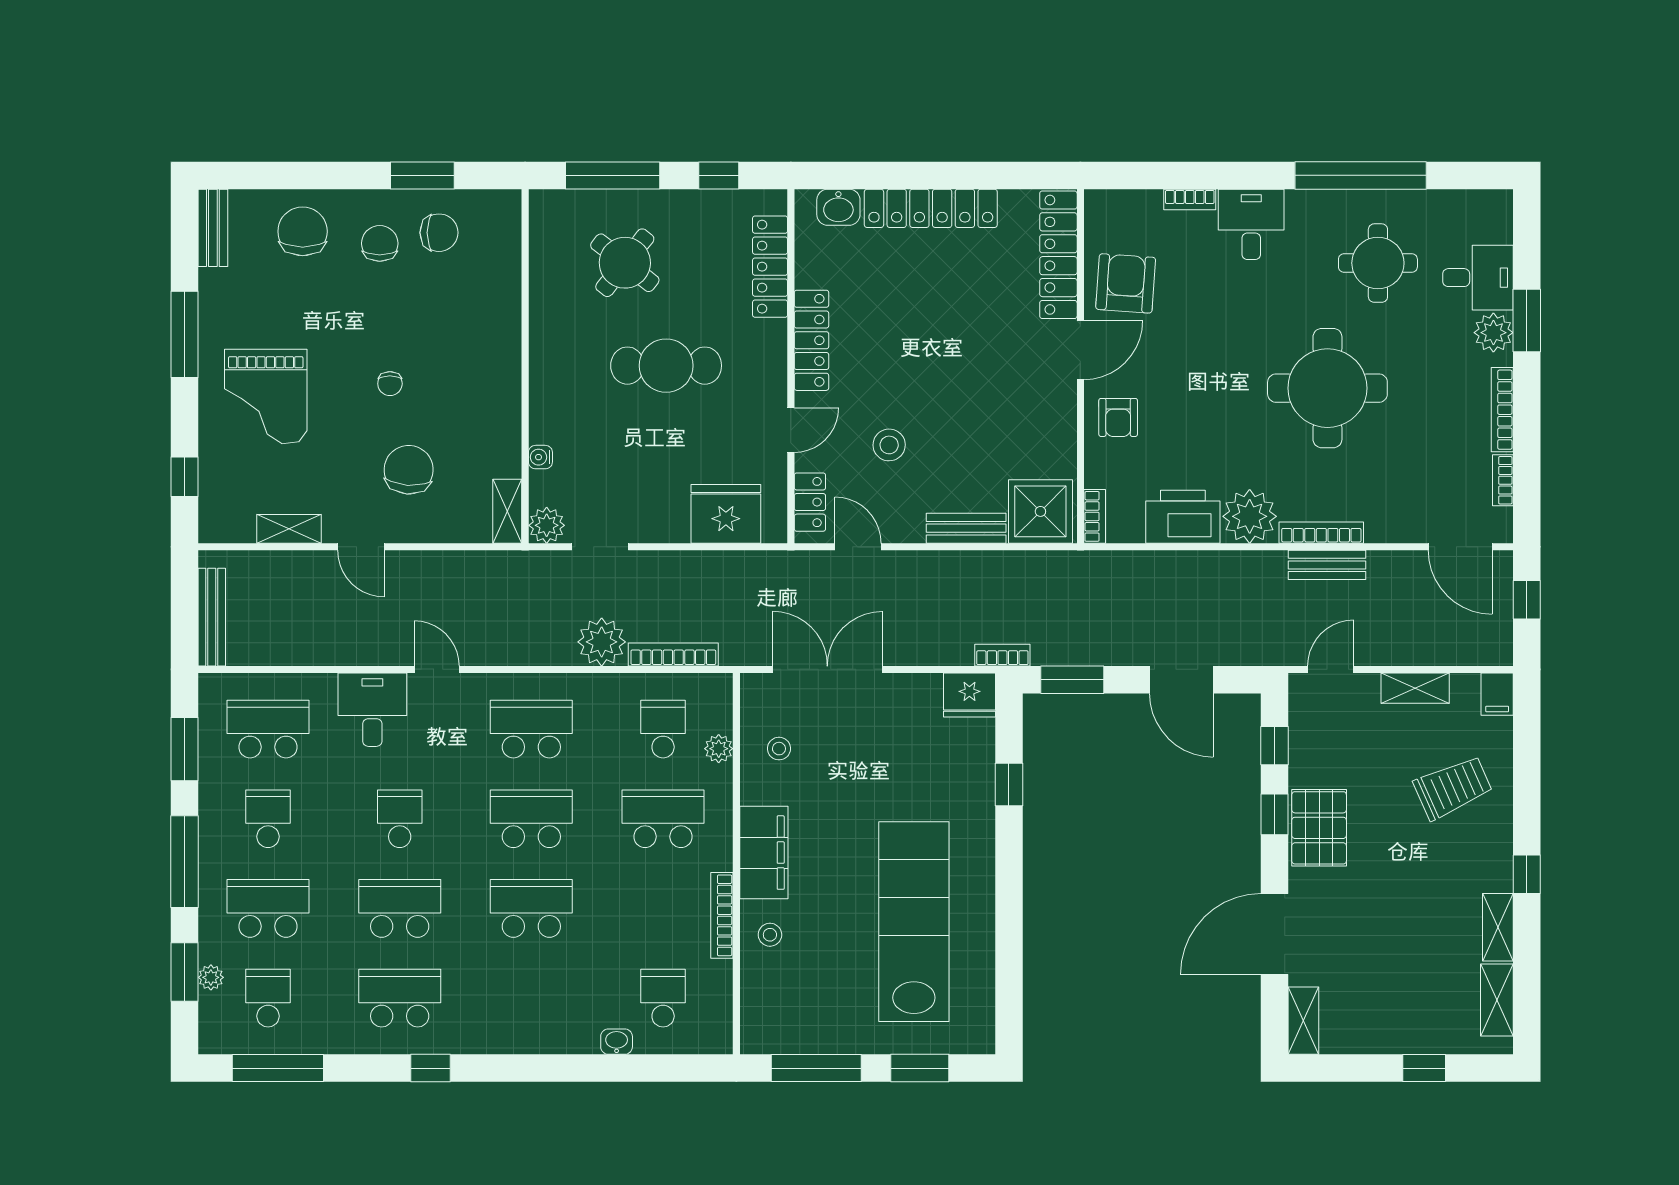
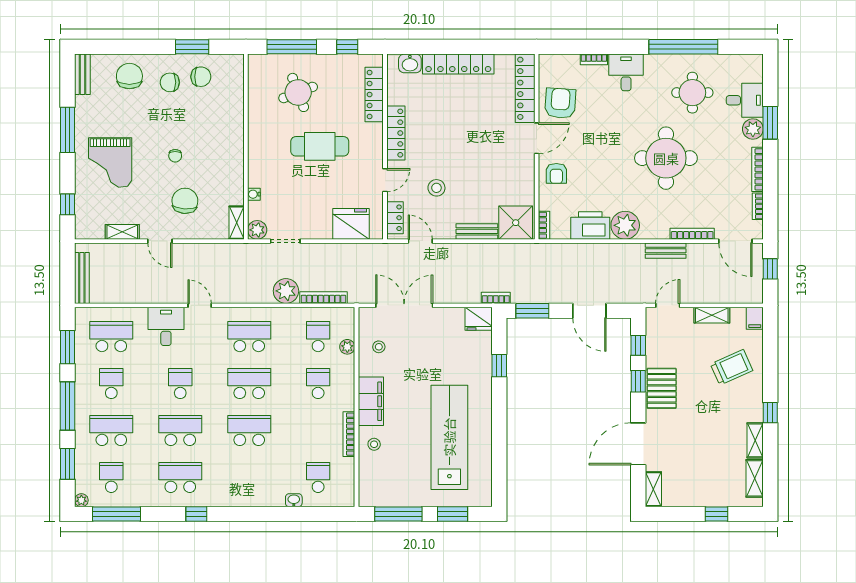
chair: (380, 243) -> (170, 82), turned -90
round table: (625, 263) -> (298, 92), turned 31
bookcase: (1321, 533) -> (692, 234), moved
school desk: (663, 819) -> (318, 384), width x0.54
plant: (211, 977) -> (81, 500), moved

